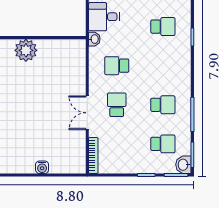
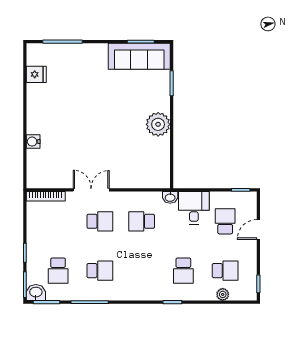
school desk: (117, 66) -> (142, 221), turned -90
school desk: (163, 105) -> (100, 271), turned -90

